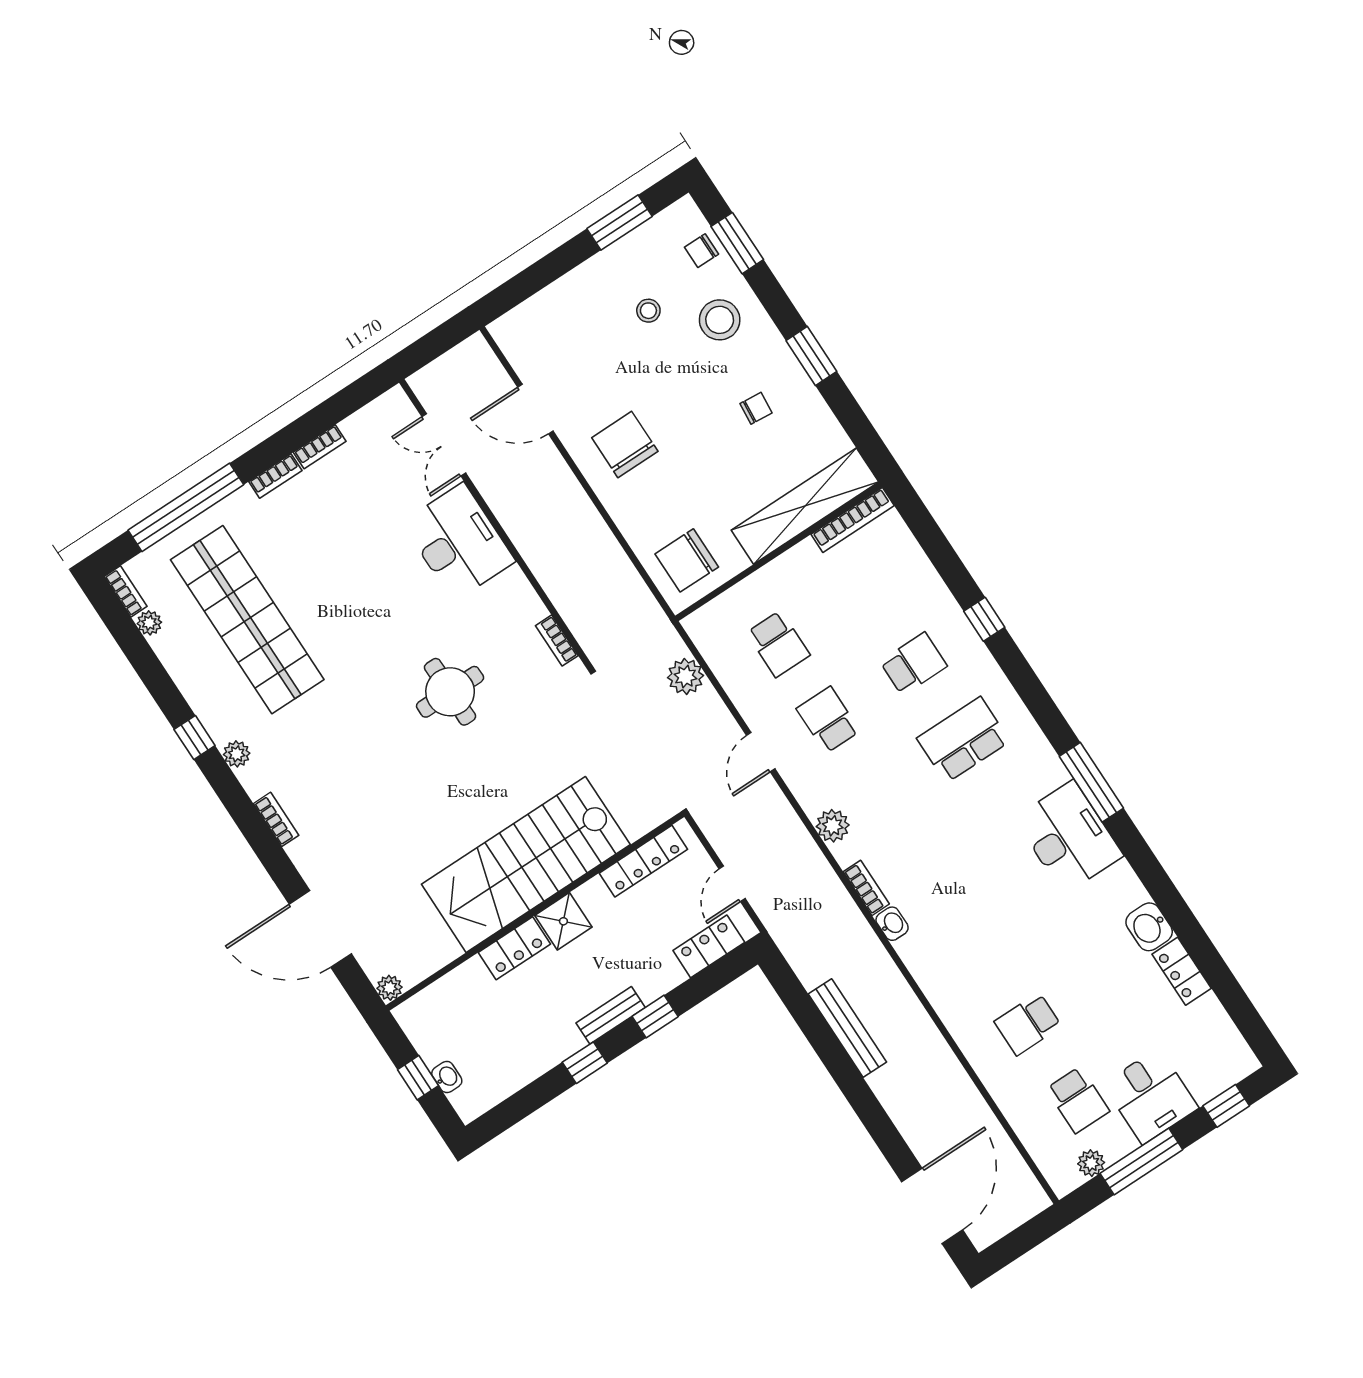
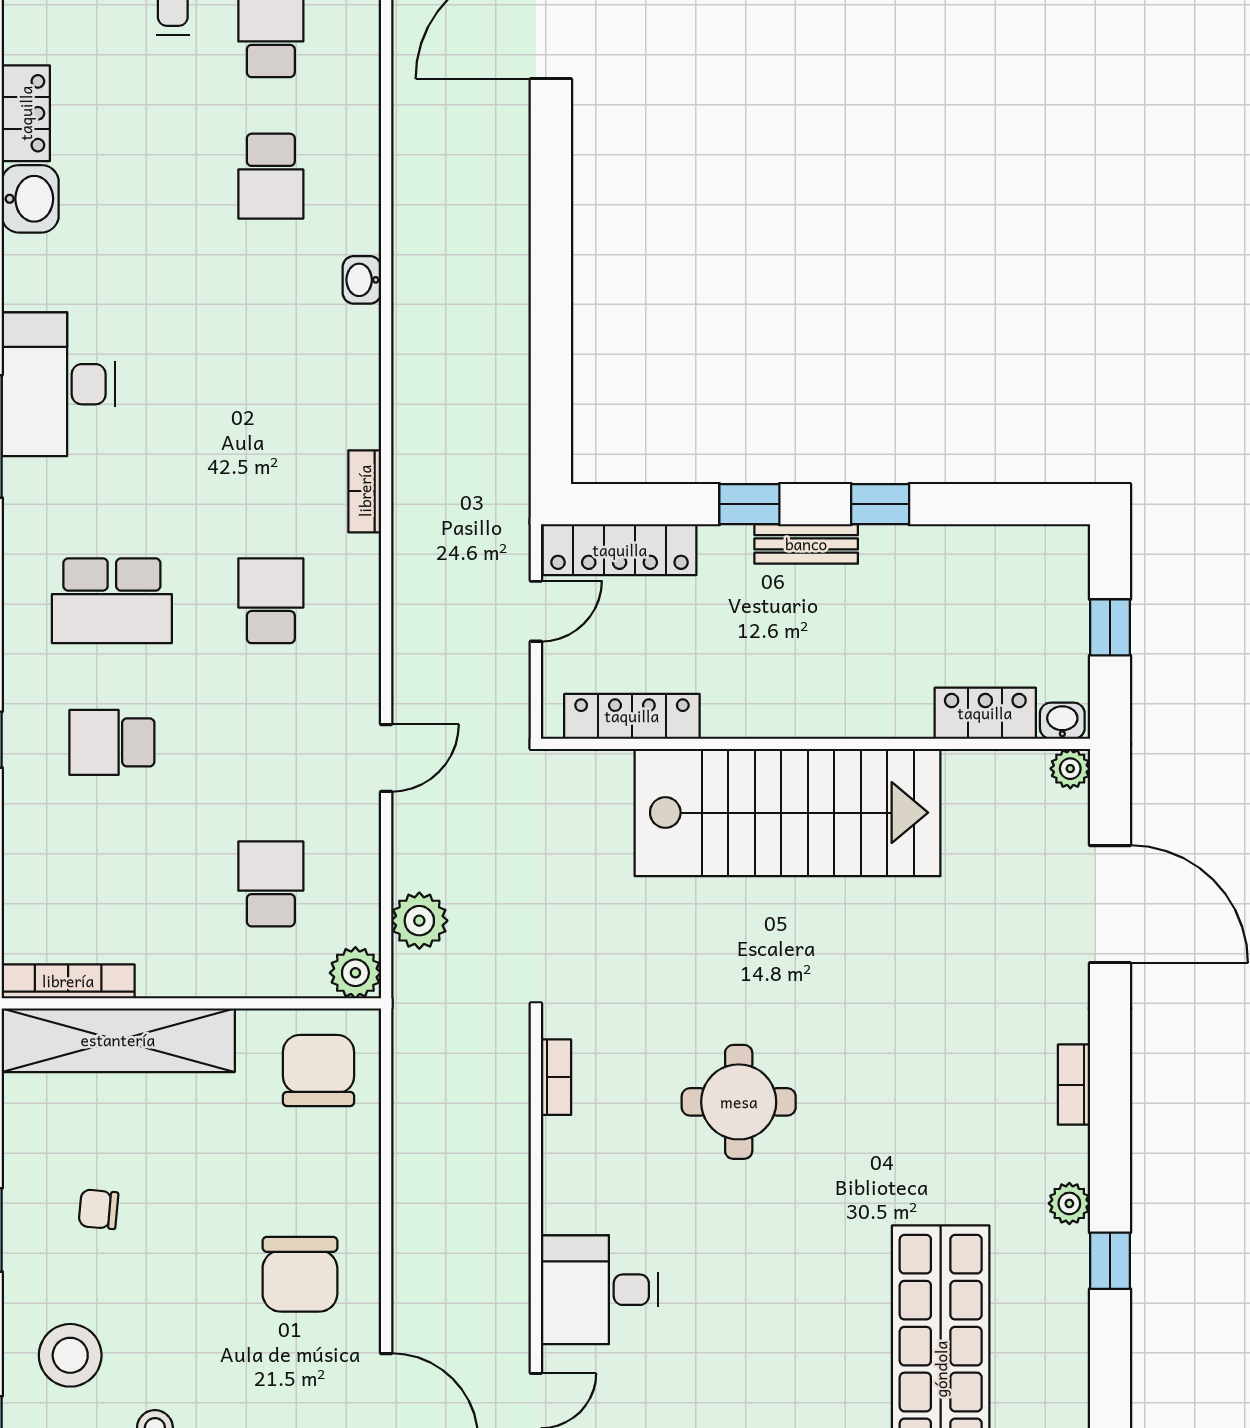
desk: (458, 542) -> (600, 1290), width x0.73
chair: (687, 560) -> (318, 1070), turned -90
school desk: (828, 720) -> (271, 601), moved, turned 180
plant: (833, 826) -> (355, 973), moved
shower: (563, 921) -> (787, 706), removed
washbasin: (892, 924) -> (362, 280), moved
locker: (709, 946) -> (620, 550), width x1.53
locker: (514, 948) -> (985, 713), moved
school desk: (1028, 1024) -> (271, 176), turned 90
bench: (847, 1028) -> (509, 325), removed
washbasin: (447, 1077) -> (1062, 721), moved, turned 90

